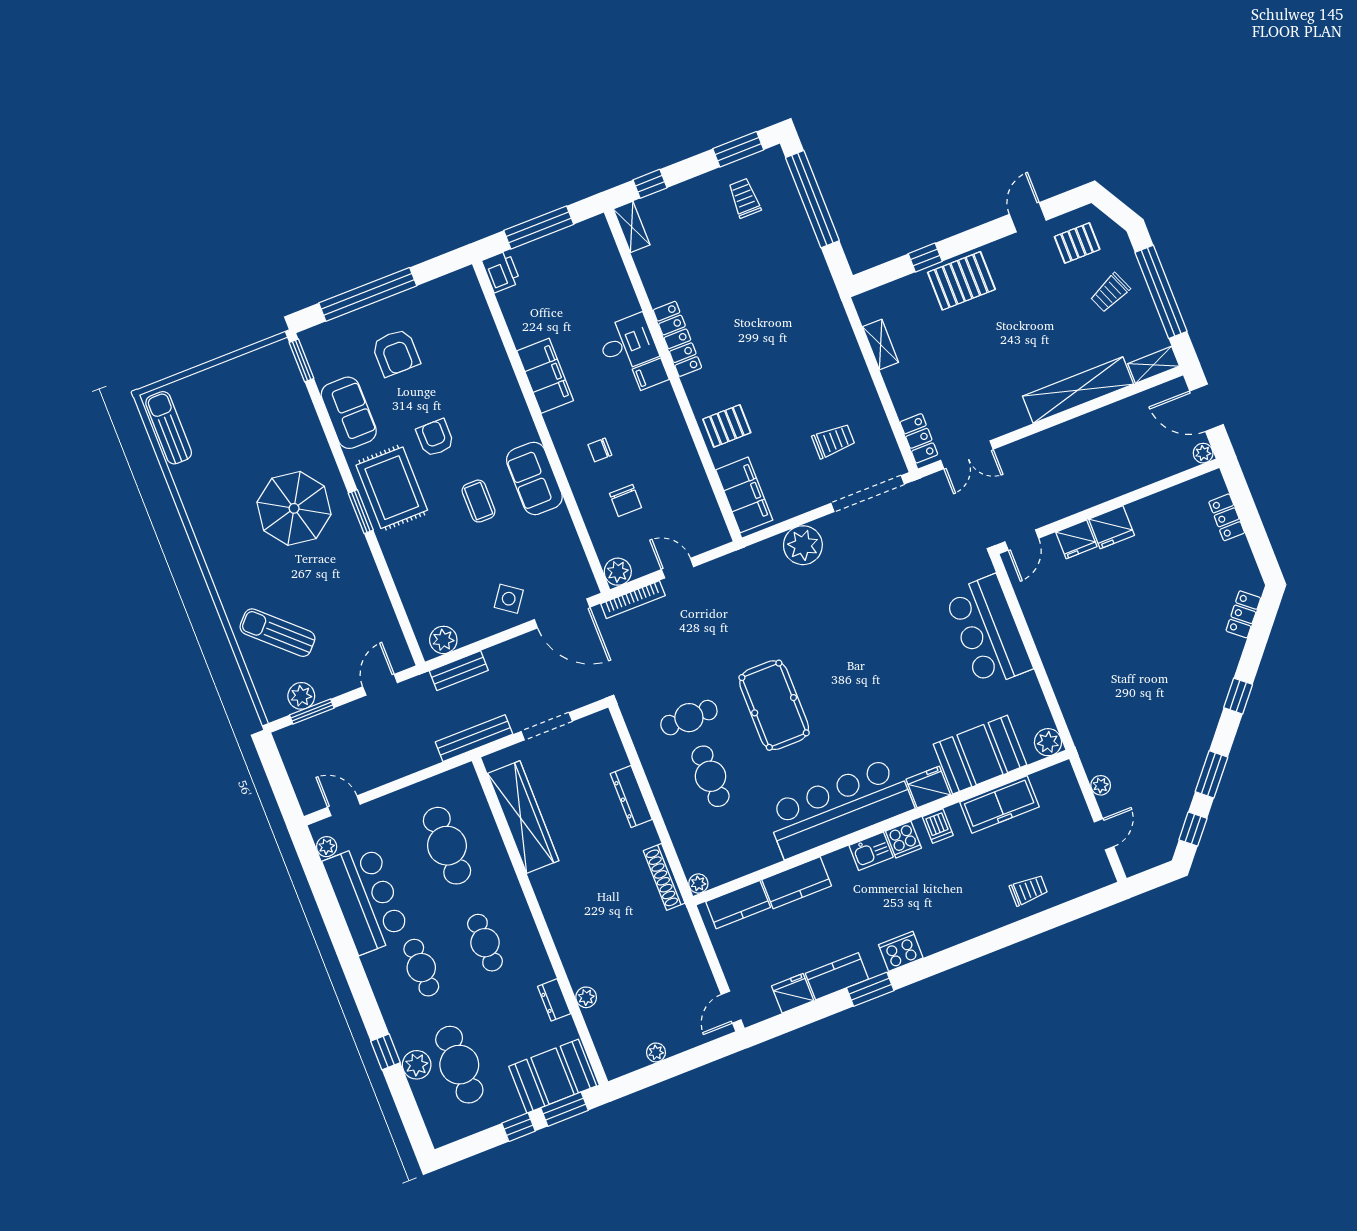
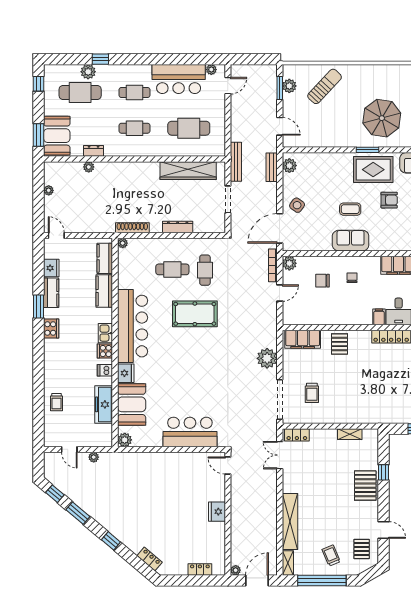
fridge: (1076, 539) -> (218, 492), removed
window: (519, 1127) -> (39, 84), moved

